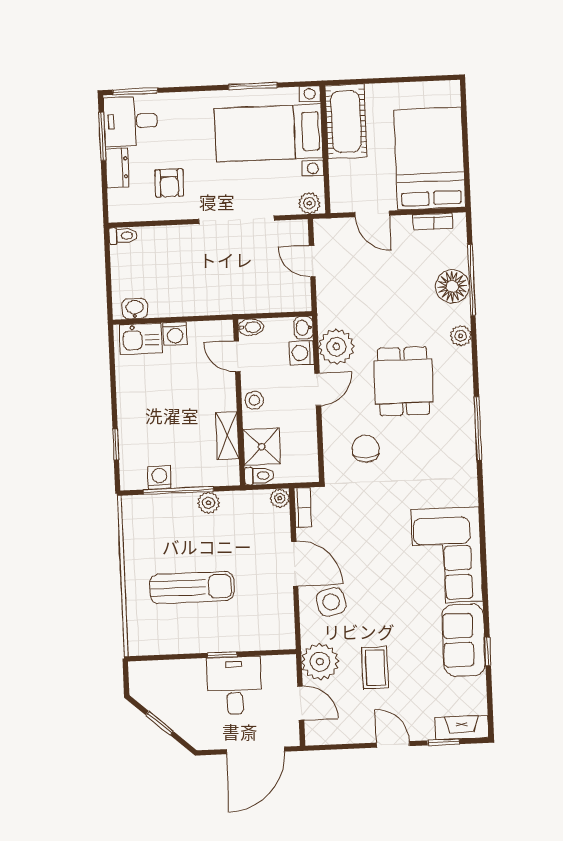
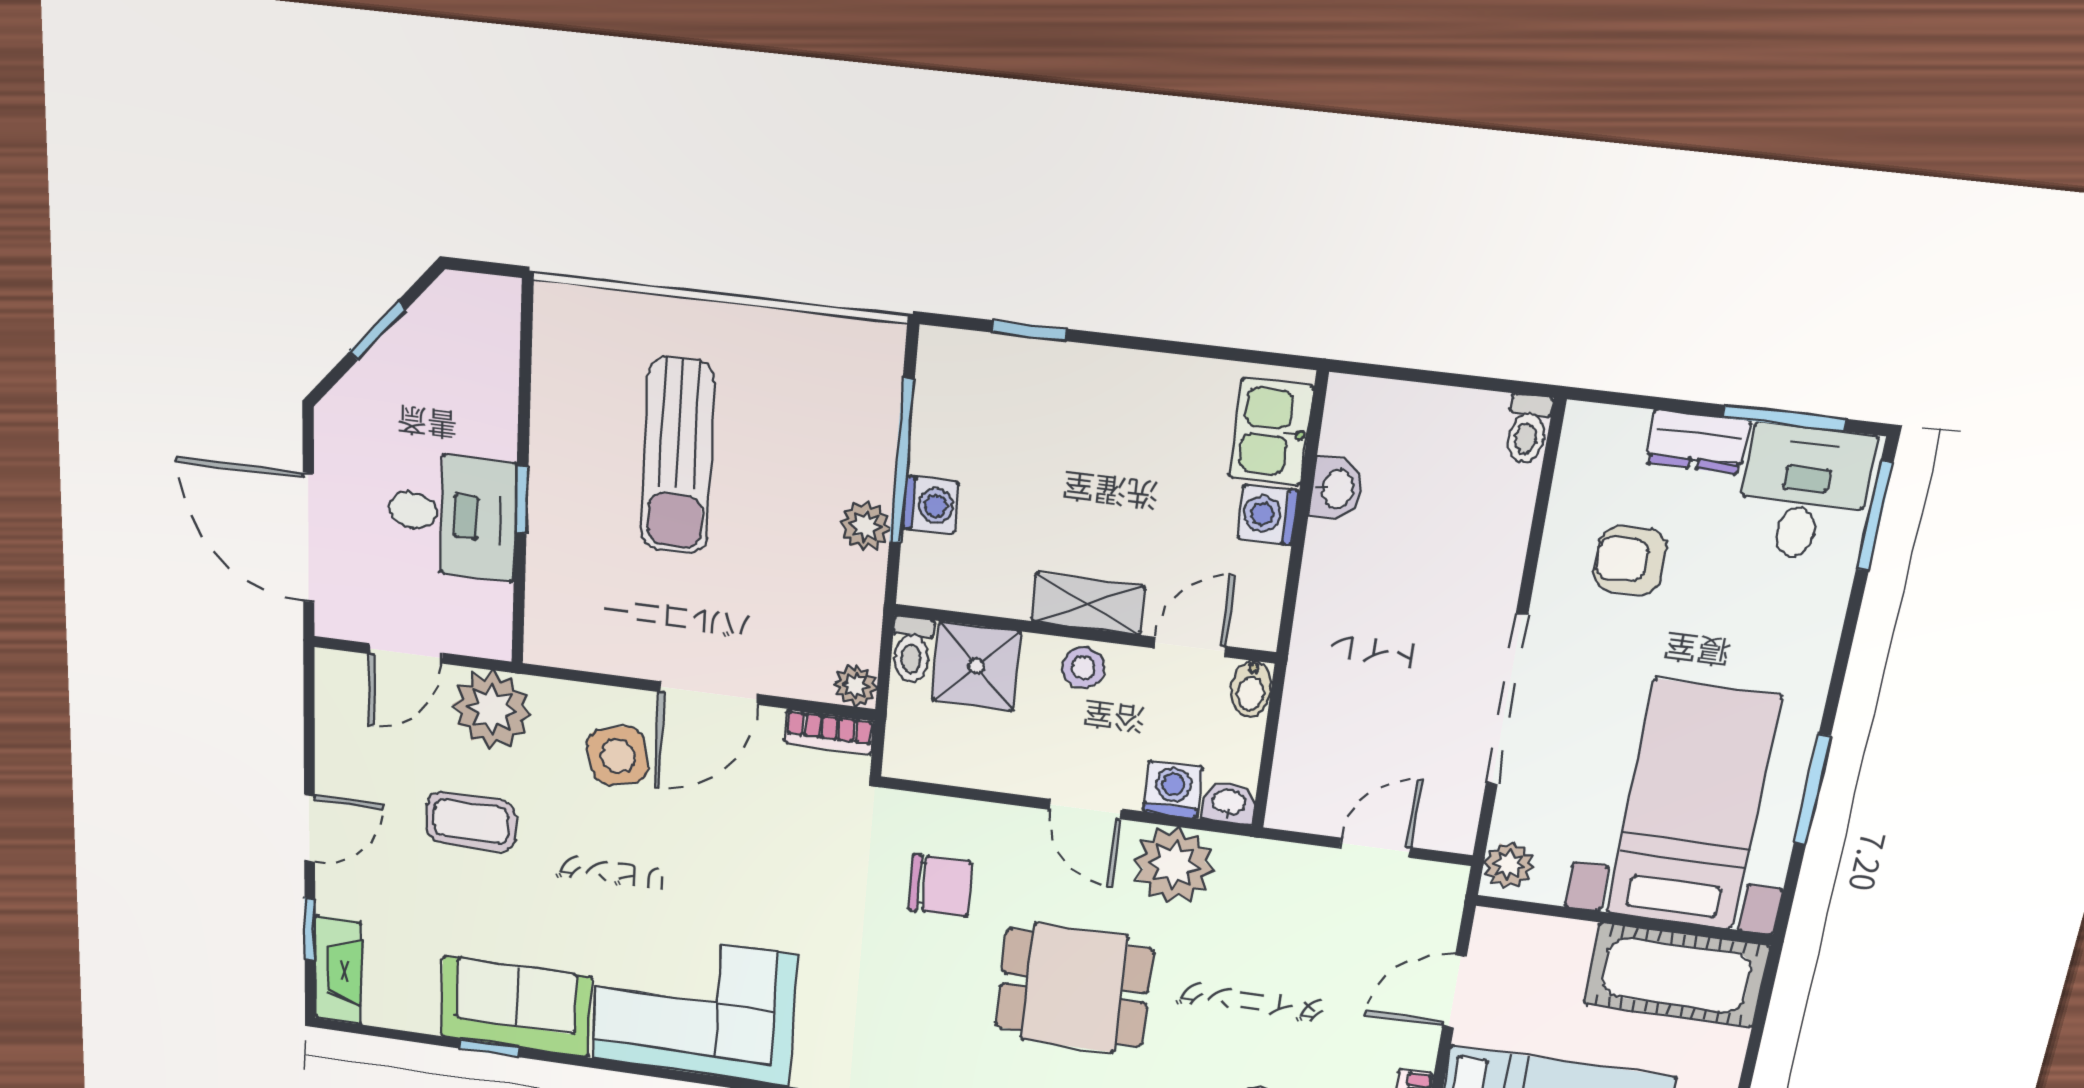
washbasin: (135, 309) -> (1337, 489), moved
shelving: (227, 436) -> (1088, 604), moved
washing machine: (159, 477) -> (931, 505), moved

